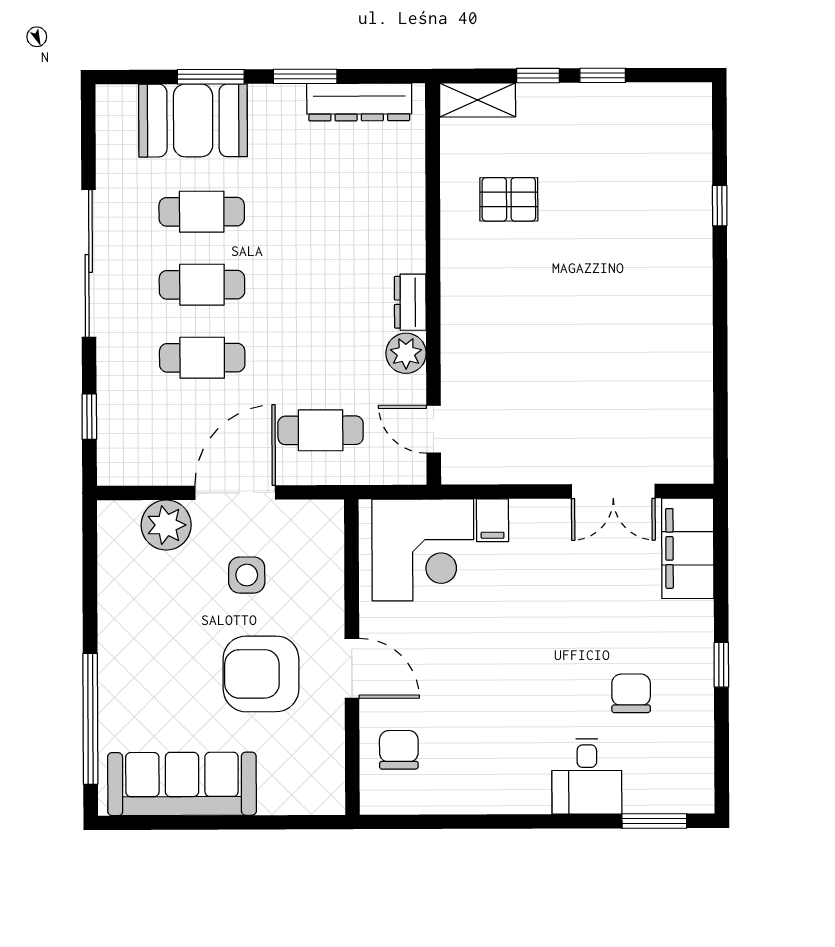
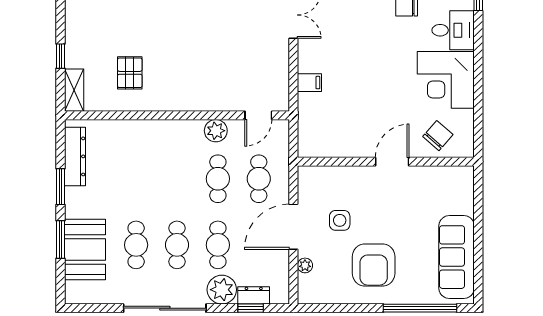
window: (603, 75) -> (60, 20), removed
dresser: (410, 302) -> (254, 295), moved, turned 180
cafe table: (320, 357) -> (218, 179), added
plant: (122, 365) -> (222, 290), added
door: (235, 493) -> (293, 227), hinge flipped
plant: (166, 525) -> (305, 265), width x0.53, depth x0.53
corner desk: (423, 550) -> (446, 80), moved, turned 180
armchair: (261, 674) -> (374, 265), moved
chair: (399, 750) -> (438, 136), turned 131

